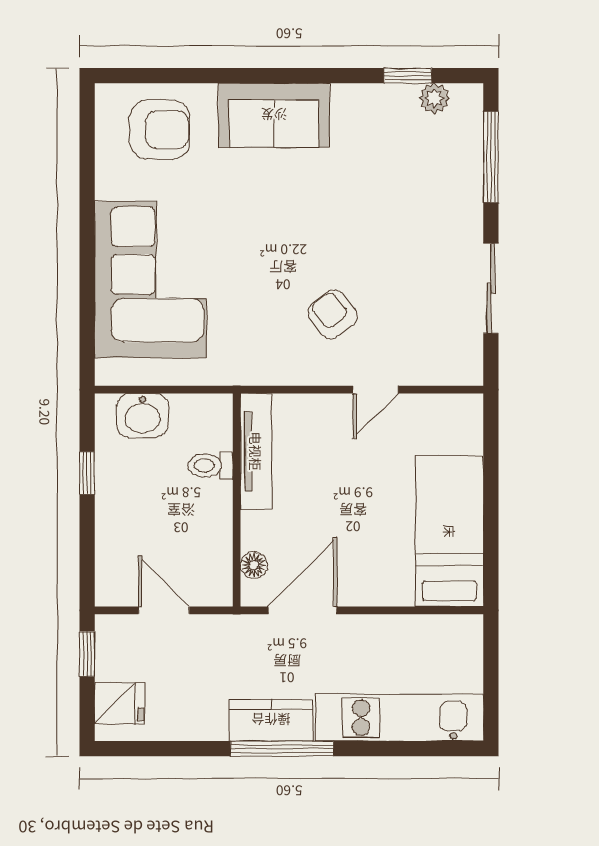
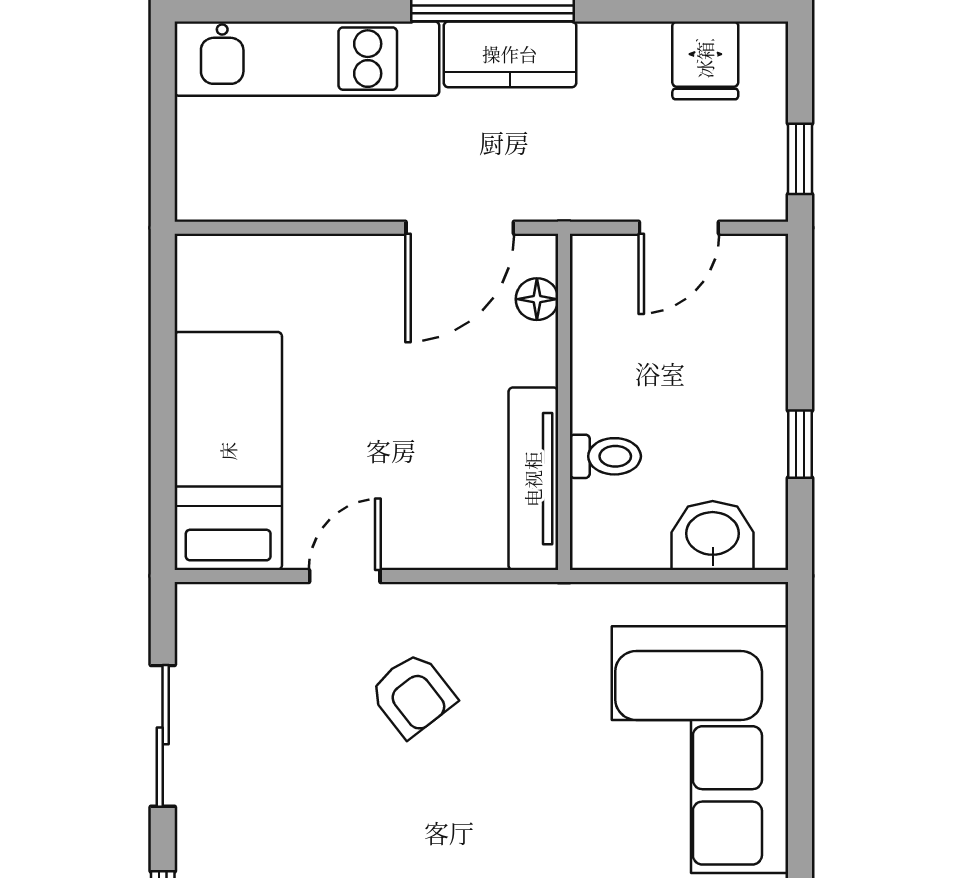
bed: (450, 531) -> (228, 451), moved, turned 180
door: (164, 610) -> (679, 228), hinge flipped
fridge: (119, 703) -> (705, 60), moved, turned -90

